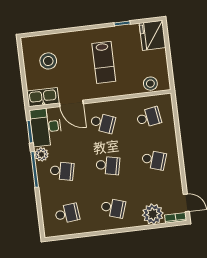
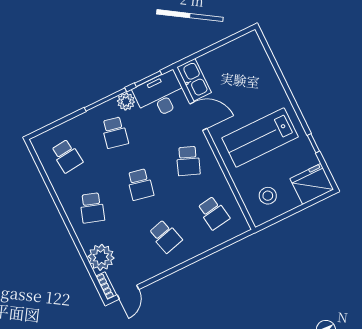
stool: (48, 61) -> (239, 71), removed
lab bench: (104, 62) -> (260, 137), width x1.36, depth x1.39
stool: (150, 84) -> (268, 196), moved
door: (71, 103) -> (198, 116), swing flipped
school desk: (154, 160) -> (165, 236), turned -33

